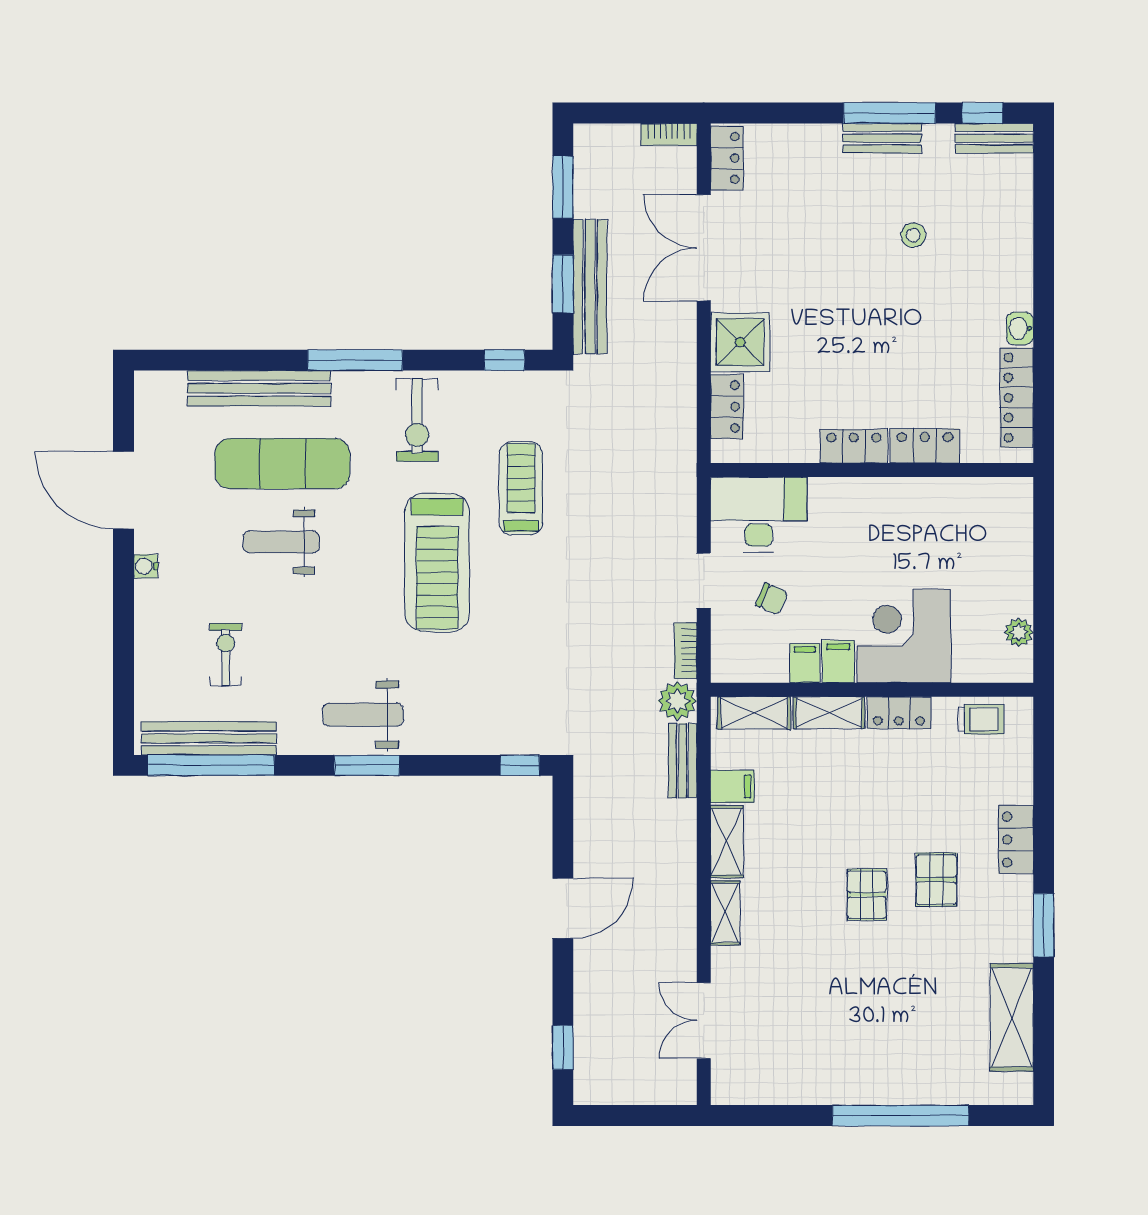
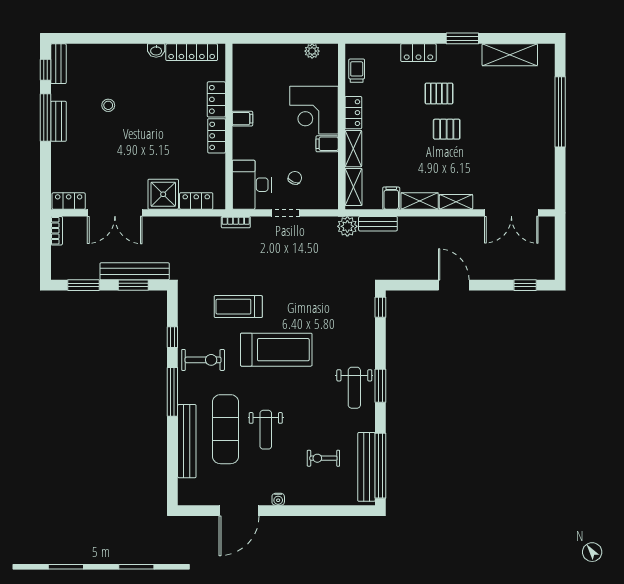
window: (504, 360) -> (172, 337), moved
bookcase: (686, 651) -> (236, 222), moved
filing cabinet: (805, 663) -> (242, 119), moved, turned 180
double door: (704, 1021) -> (511, 213), width x1.37

